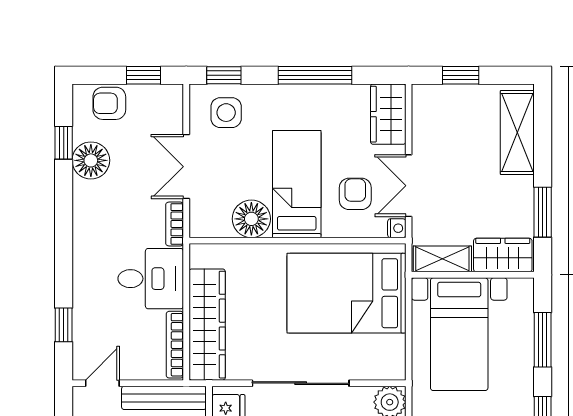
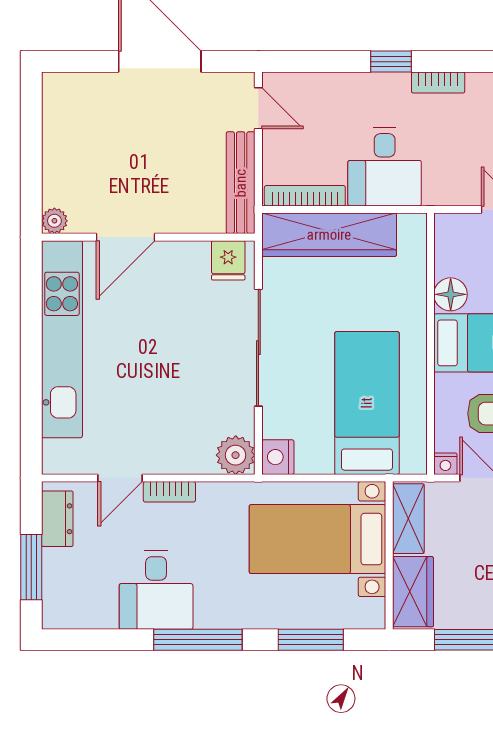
floor lamp: (251, 219) -> (451, 294), width x0.73, depth x0.73
bookcase: (175, 224) -> (438, 83), moved, turned 180
bed: (347, 293) -> (367, 403), width x0.67
window: (64, 325) -> (391, 62), moved
nightstand: (391, 367) -> (278, 457), added

